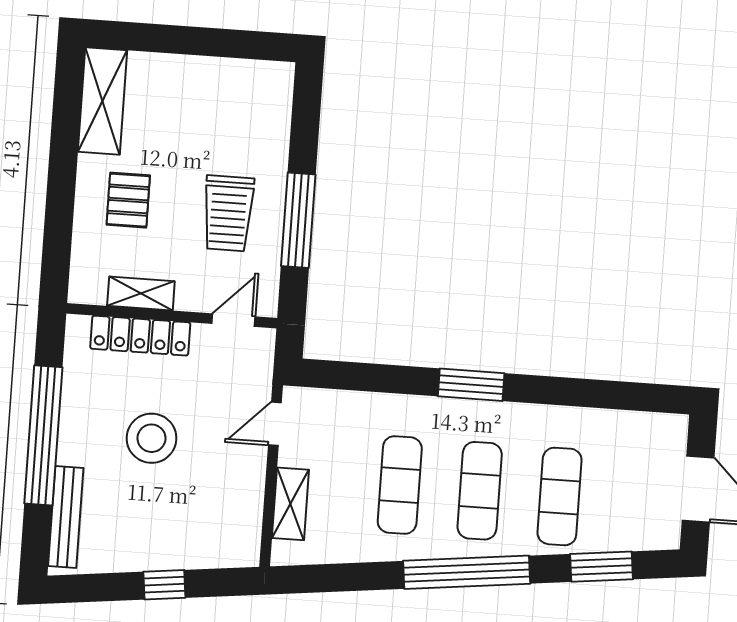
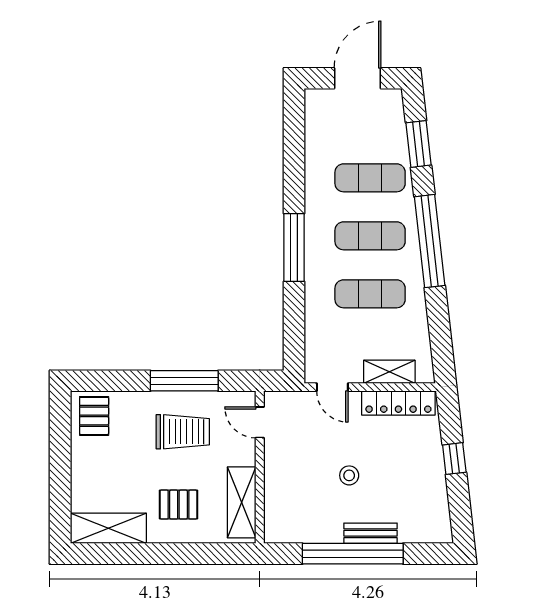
pallet: (259, 92) -> (94, 416), added
shelving: (141, 293) -> (242, 502), width x1.50, depth x1.33
locker: (140, 336) -> (398, 403), moved, turned 90
window: (471, 385) -> (294, 247), width x1.44
stool: (152, 438) -> (349, 475), width x0.53, depth x0.53
bench: (66, 517) -> (371, 533), moved, width x0.73

